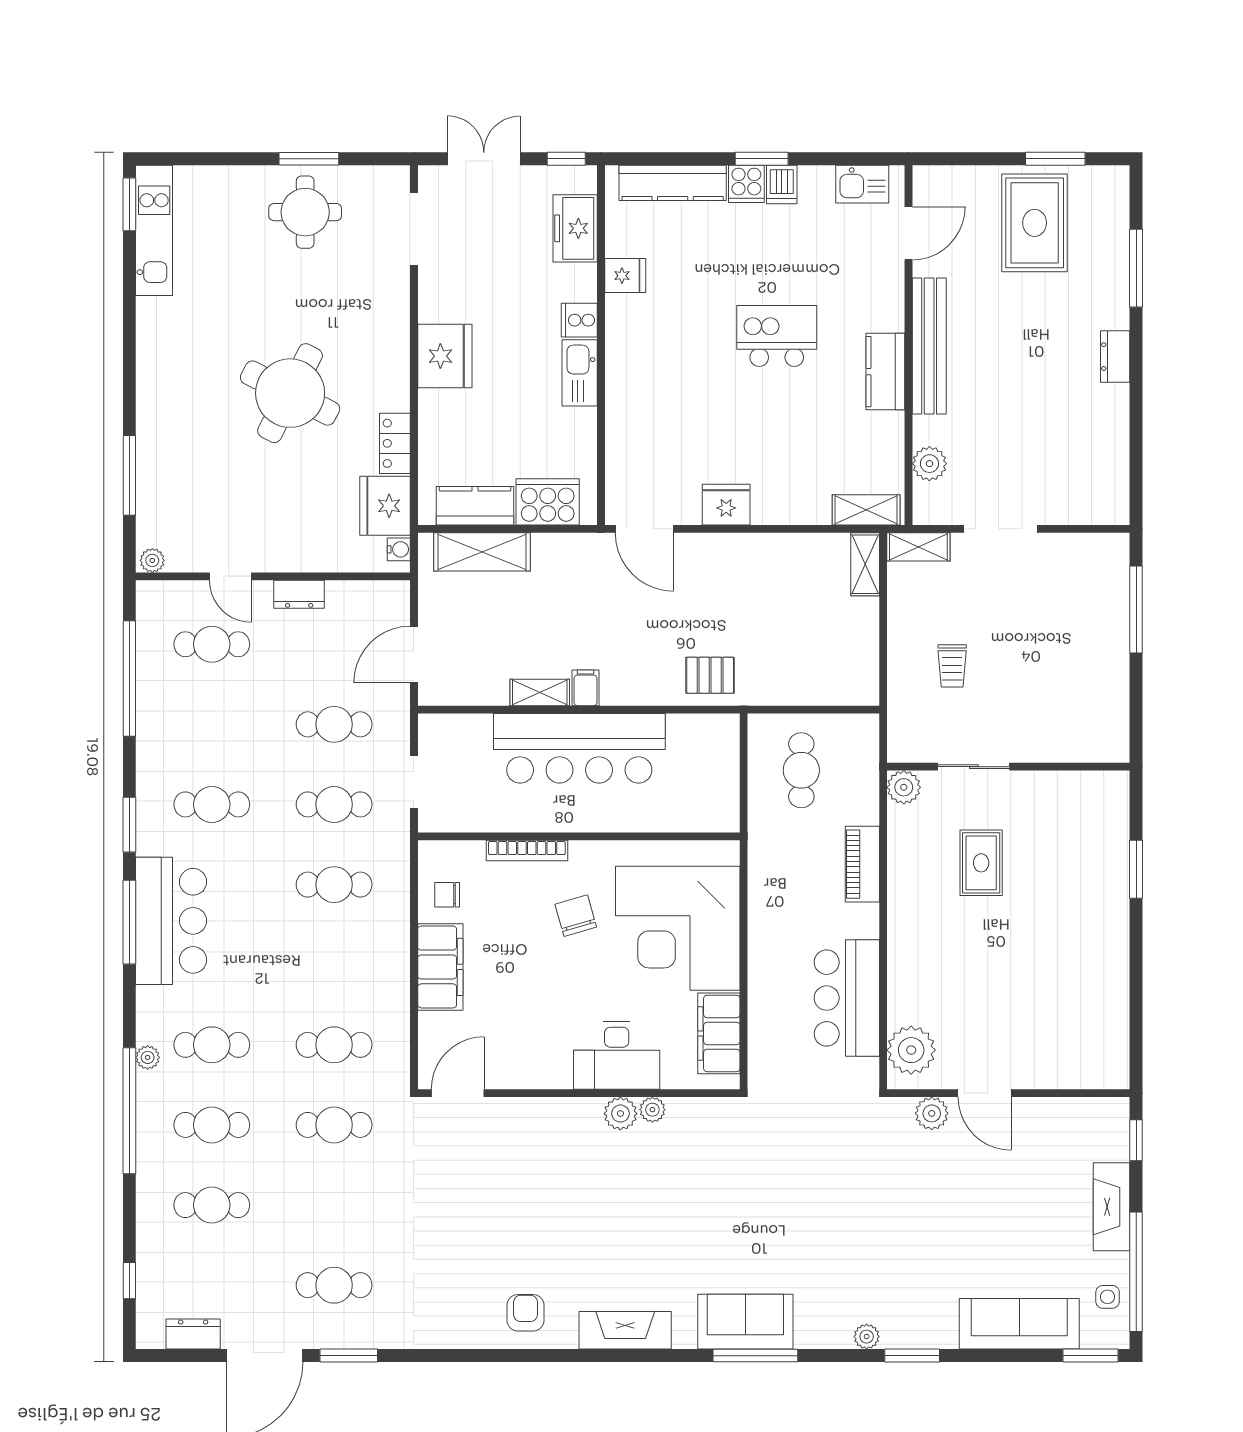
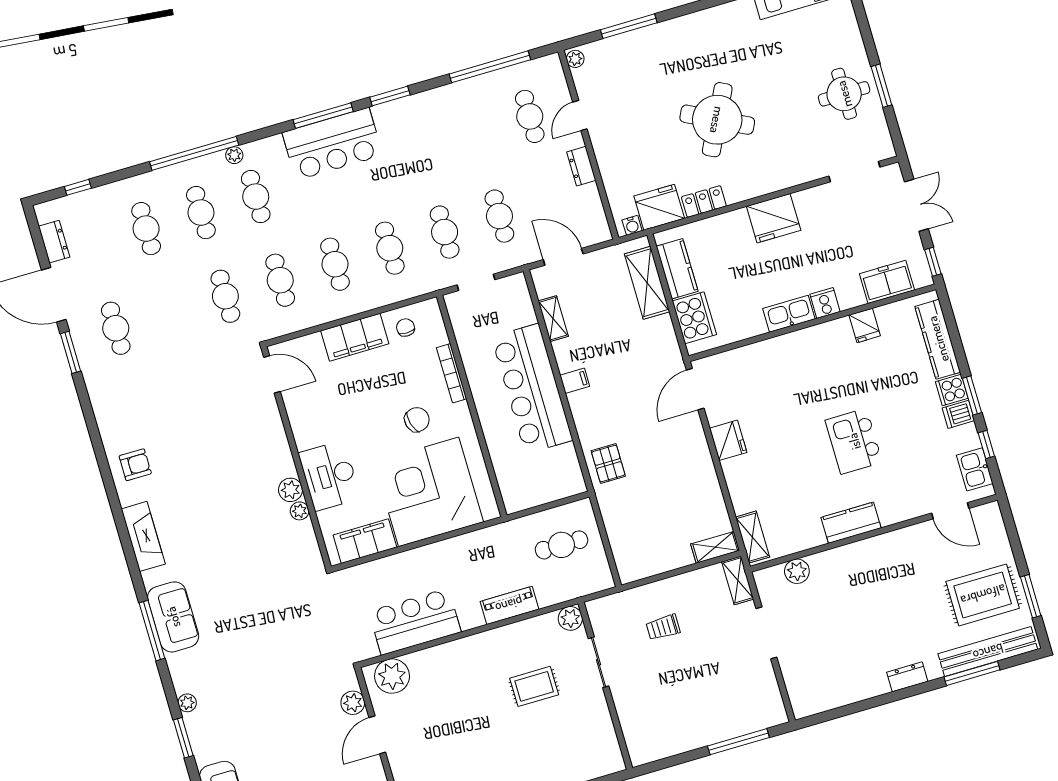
window: (833, 159) -> (986, 445), added
kitchen island: (777, 336) -> (854, 441), turned 180
bench: (929, 346) -> (988, 652), moved
shelving: (540, 692) -> (553, 319), moved
cafe table: (212, 804) -> (335, 264), moved

